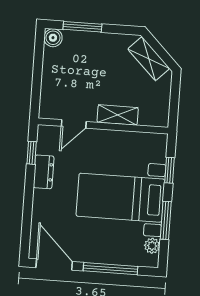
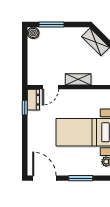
dresser: (44, 172) -> (33, 100), moved
window: (111, 269) -> (81, 178), width x0.69

